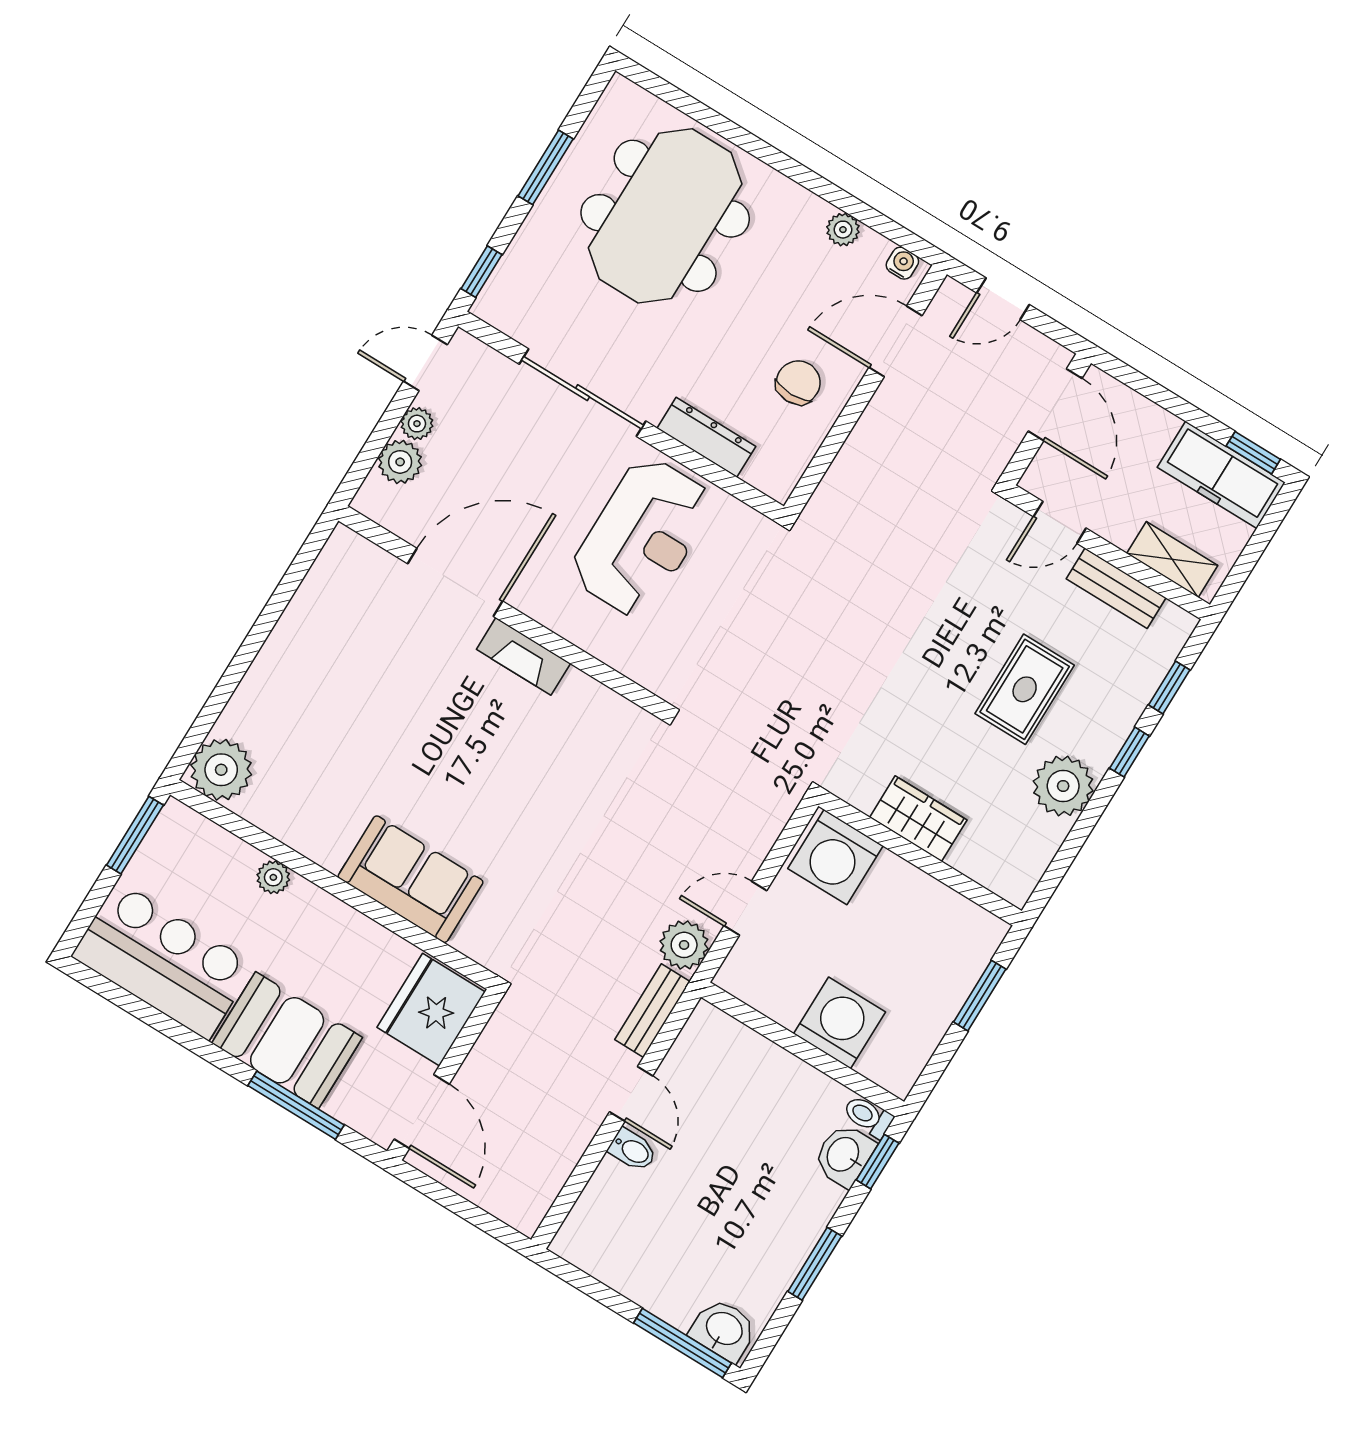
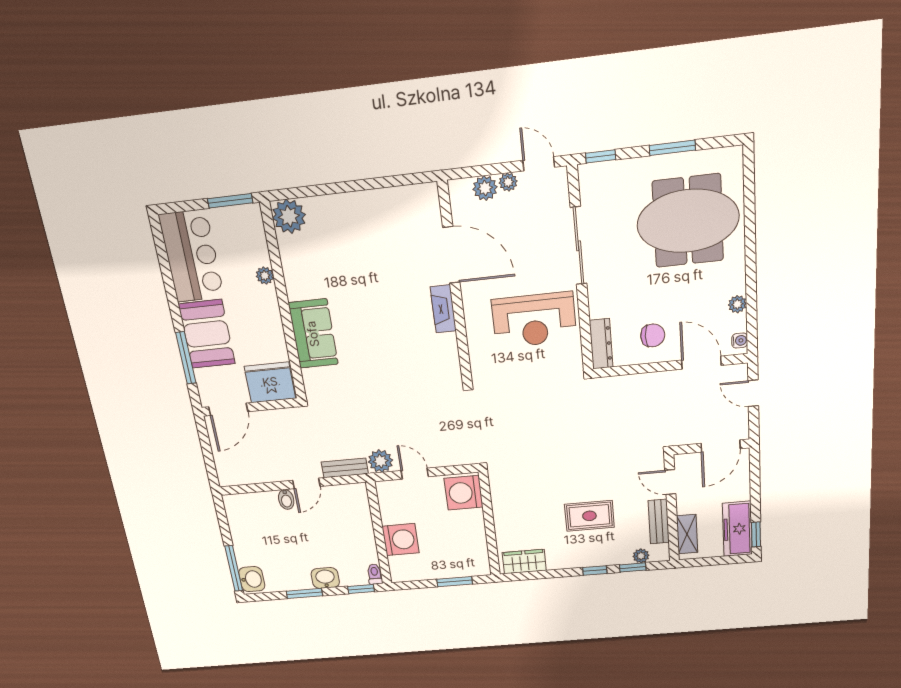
dresser: (706, 437) -> (601, 344), moved
plant: (1063, 786) -> (641, 556), moved, width x0.53, depth x0.53
wardrobe: (918, 819) -> (524, 562), moved, turned -90
washbasin: (844, 1155) -> (325, 578), moved

